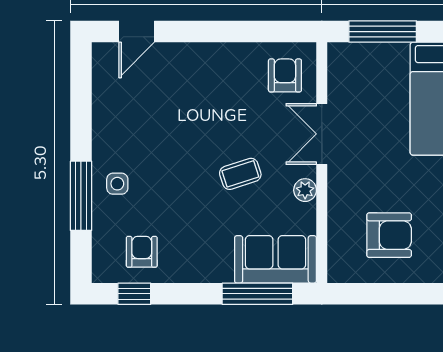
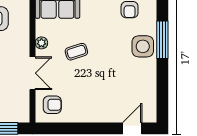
armchair: (285, 75) -> (52, 105), turned -90
side table: (117, 184) -> (143, 46), width x1.87, depth x1.87

